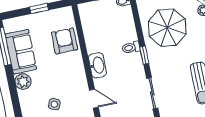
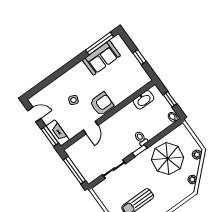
armchair: (65, 41) -> (102, 104), moved
washbasin: (97, 65) -> (144, 100), moved
plant: (23, 82) -> (80, 69), removed

